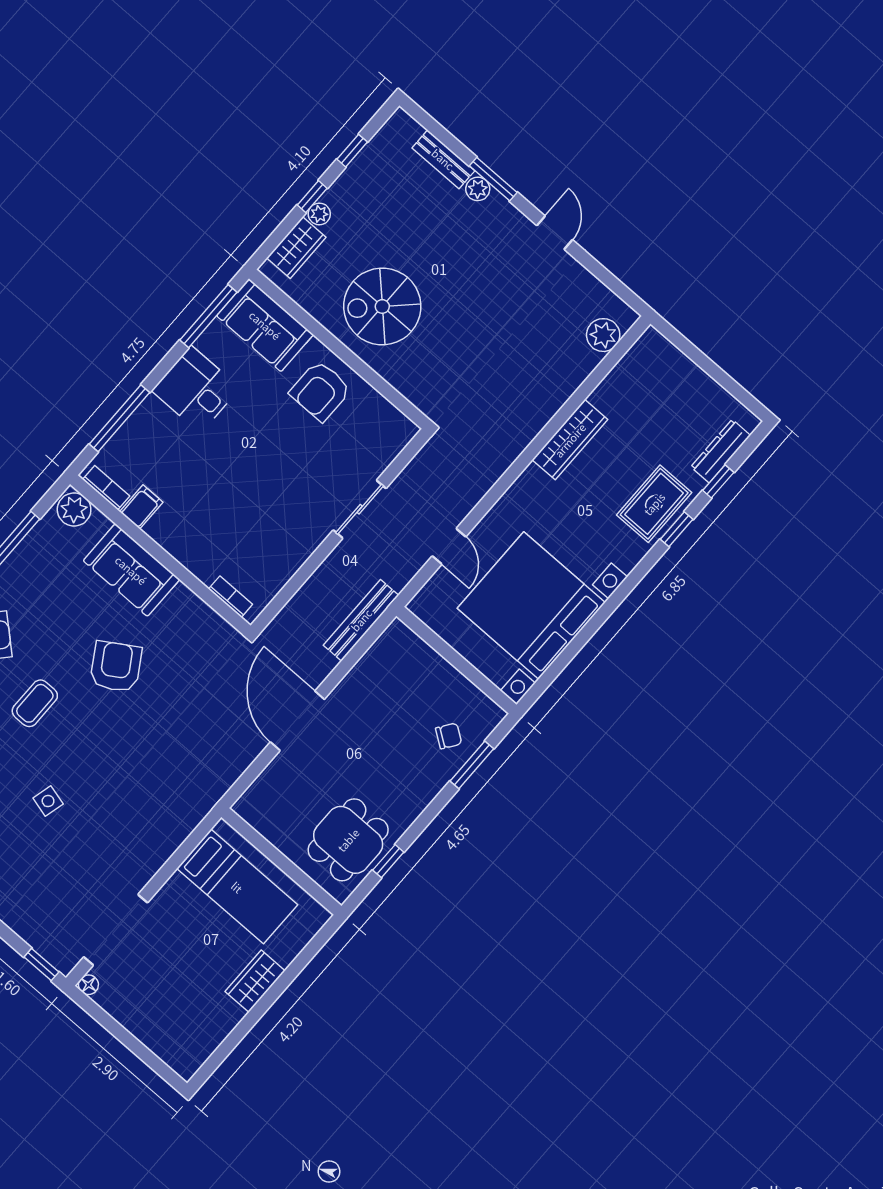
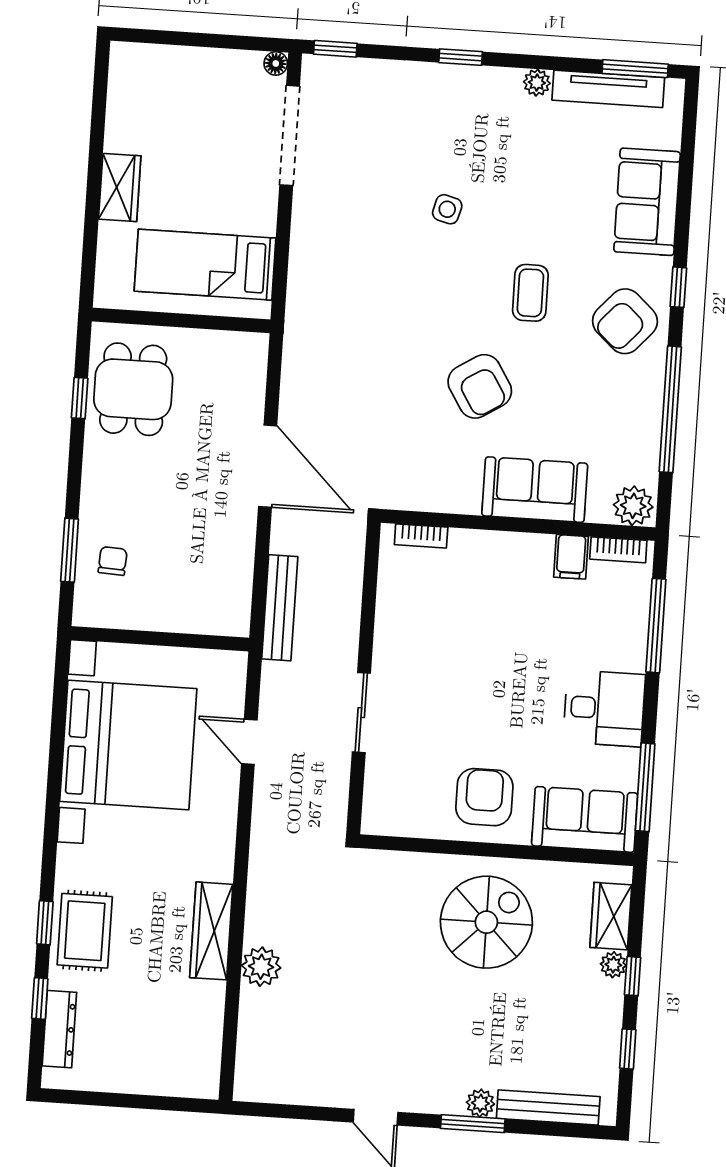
bench: (443, 159) -> (548, 1107), width x1.36
plant: (603, 335) -> (261, 967), moved
chair: (449, 736) -> (113, 561), turned 148

